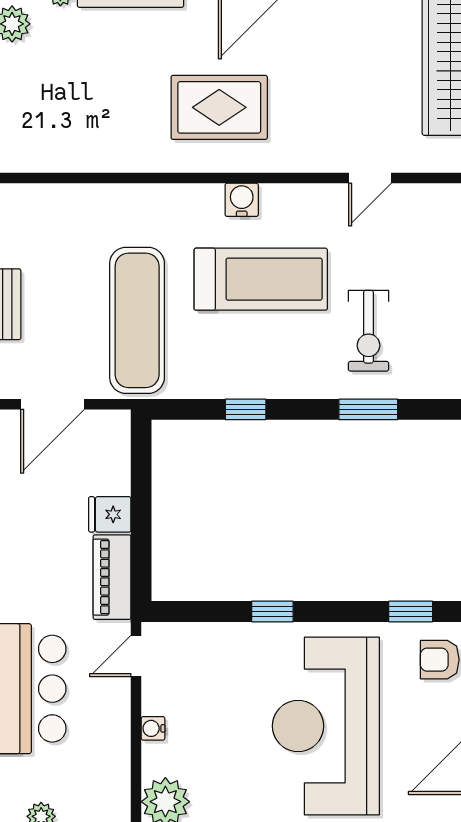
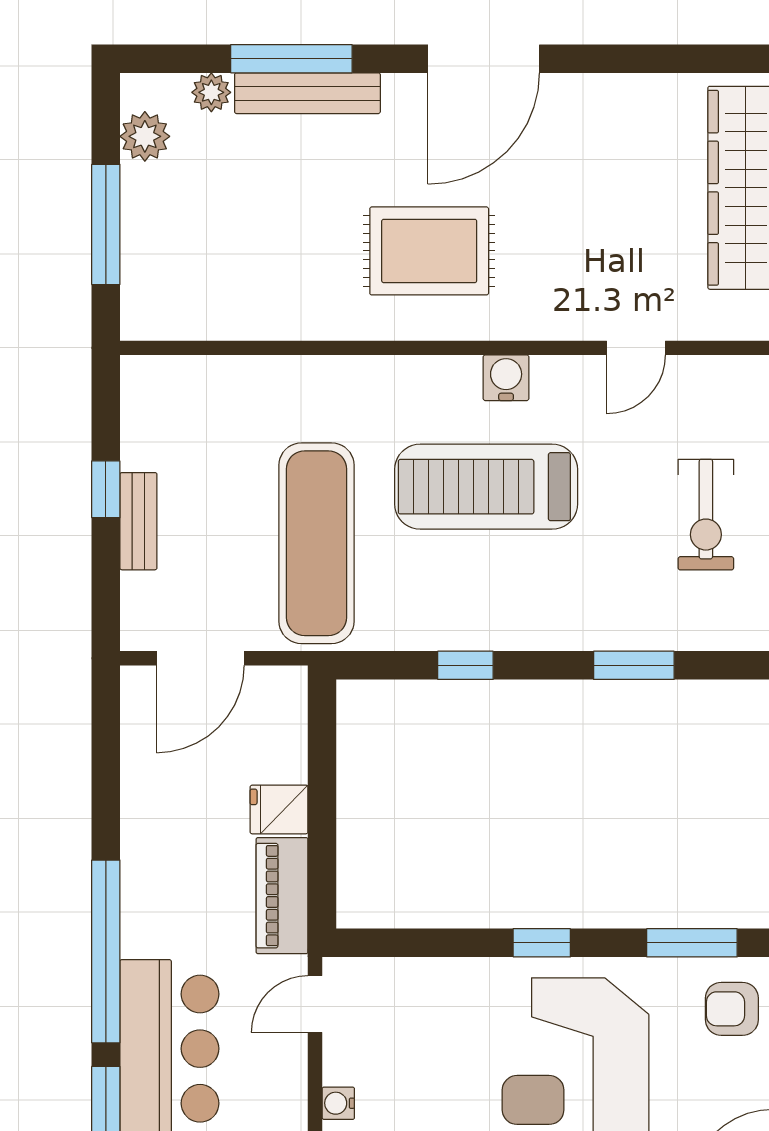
water cooler: (242, 200) -> (506, 378), moved
treadmill: (261, 279) -> (486, 487), turned 180
exercise bike: (369, 331) -> (706, 515), moved
window: (272, 611) -> (542, 943), moved
window: (411, 611) -> (692, 943), width x1.50

